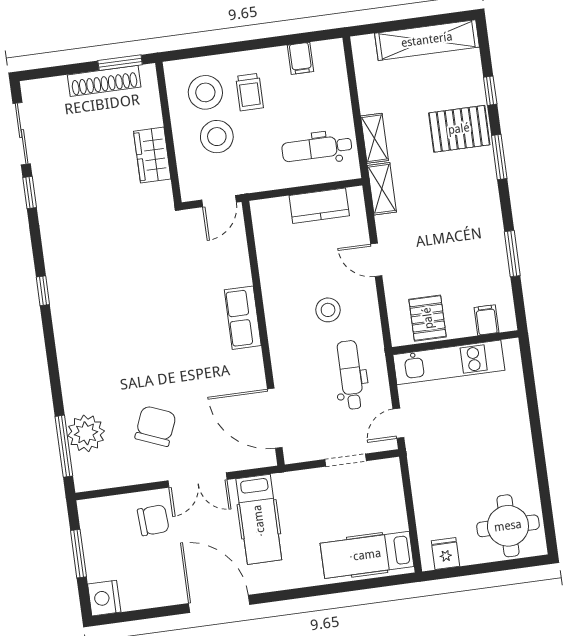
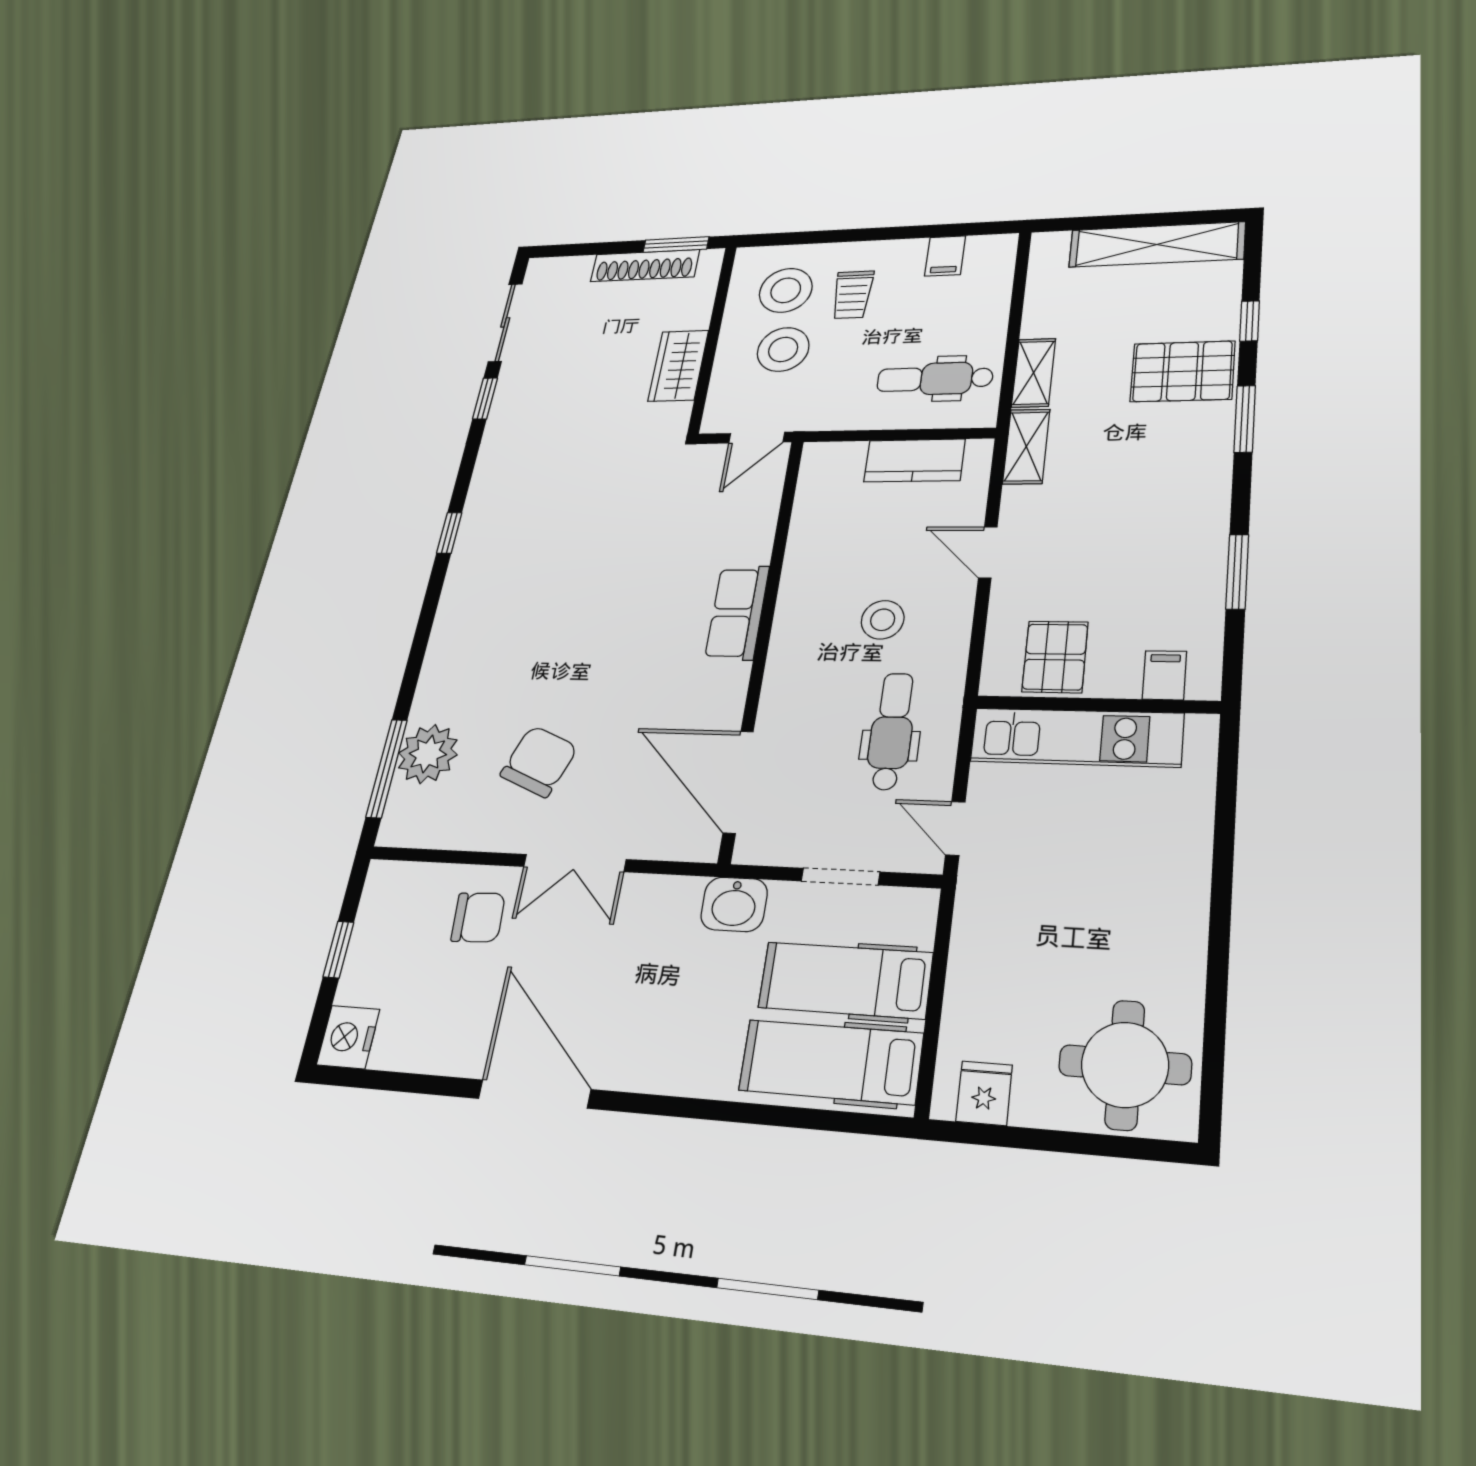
door: (398, 423) -> (955, 828), hinge flipped
washbasin: (293, 486) -> (734, 904), added
hospital bed: (259, 519) -> (845, 980), moved, turned 90
window: (78, 554) -> (338, 950), width x0.67

